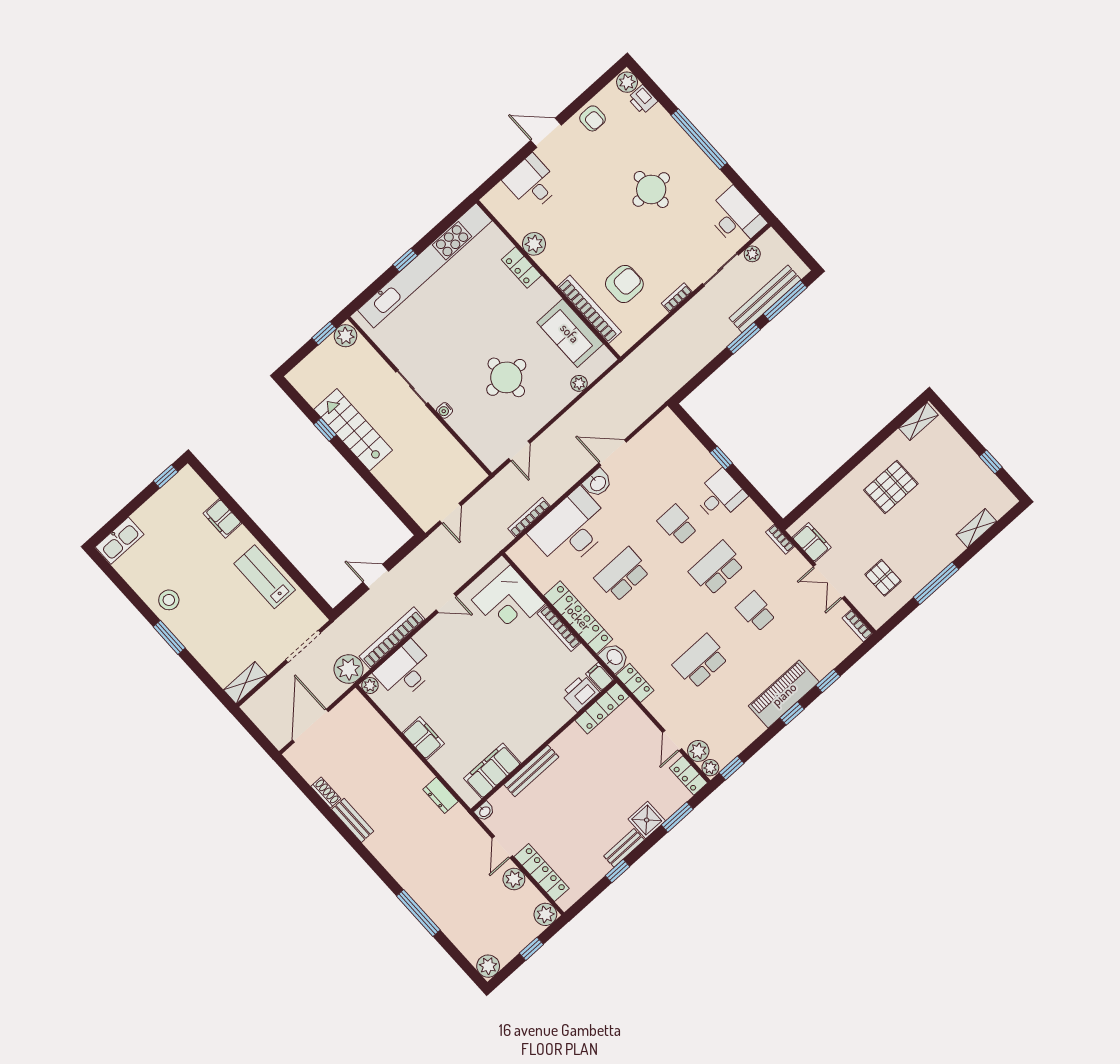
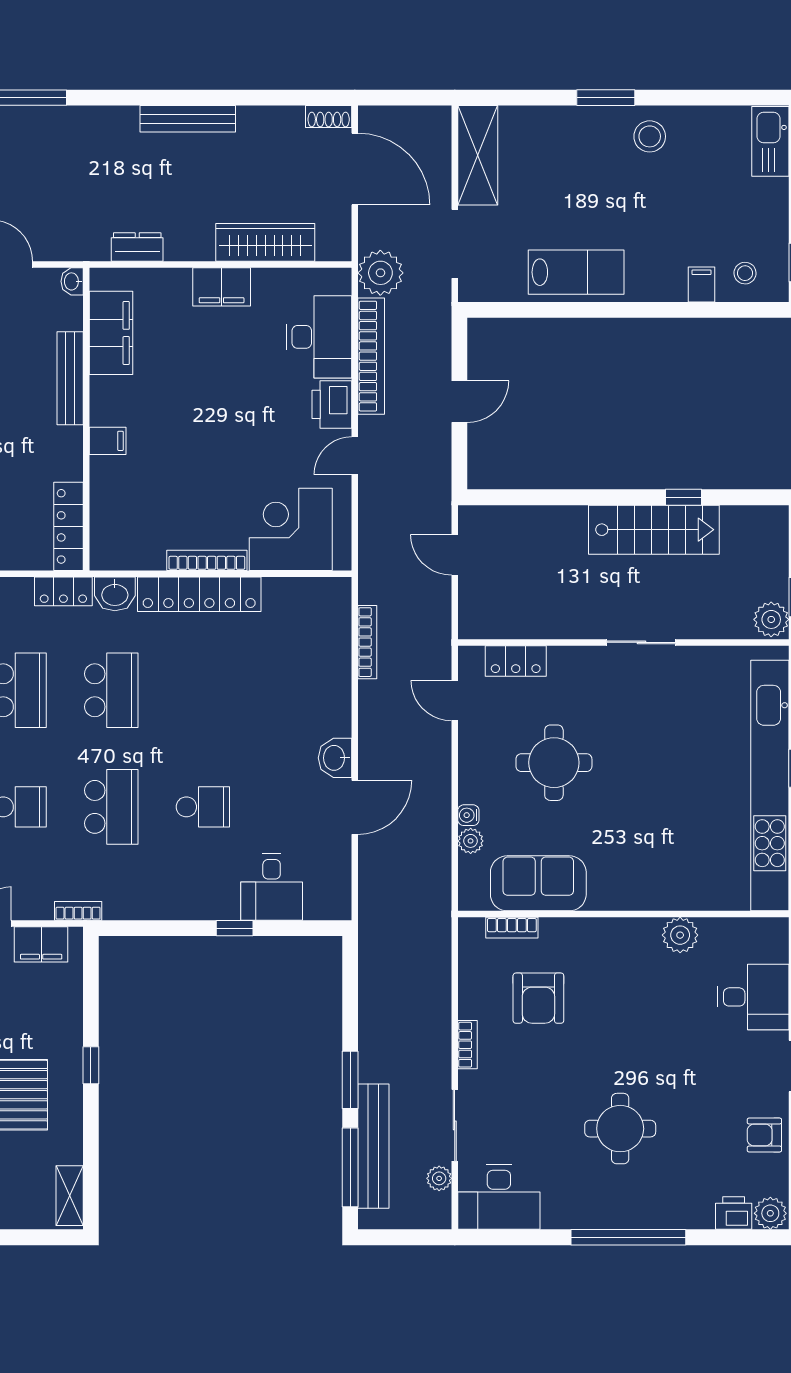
locker: (521, 268) -> (516, 661), moved, turned 180
bookcase: (589, 309) -> (512, 928), width x0.43, depth x0.76
water cooler: (445, 410) -> (468, 815), moved, turned -90
window: (848, 467) -> (91, 1065), added
stool: (193, 496) -> (745, 273), added
desk: (720, 496) -> (272, 887), moved
filing cabinet: (222, 518) -> (701, 285), width x0.50
desk: (571, 529) -> (309, 679), removed
school desk: (622, 575) -> (111, 690), moved
filing cabinet: (600, 677) -> (108, 441), moved
shelving: (246, 683) -> (478, 155), width x1.50, depth x1.33
plant: (370, 685) -> (339, 280), removed
printer: (580, 693) -> (332, 404), moved, turned 180
wardrobe: (383, 737) -> (265, 242), added
shoe rack: (326, 793) -> (329, 117), moved
bench: (353, 820) -> (188, 119), width x1.36

